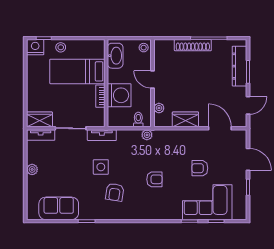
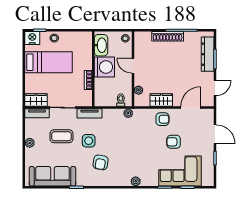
bed: (77, 71) -> (48, 62), moved, turned 180
washing machine: (119, 95) -> (104, 67), moved
door: (220, 128) -> (191, 108), hinge flipped
coffee table: (69, 162) -> (61, 136), added
armchair: (154, 179) -> (162, 119), moved
sofa: (59, 208) -> (52, 176), width x1.36
plant: (156, 214) -> (136, 181), added

